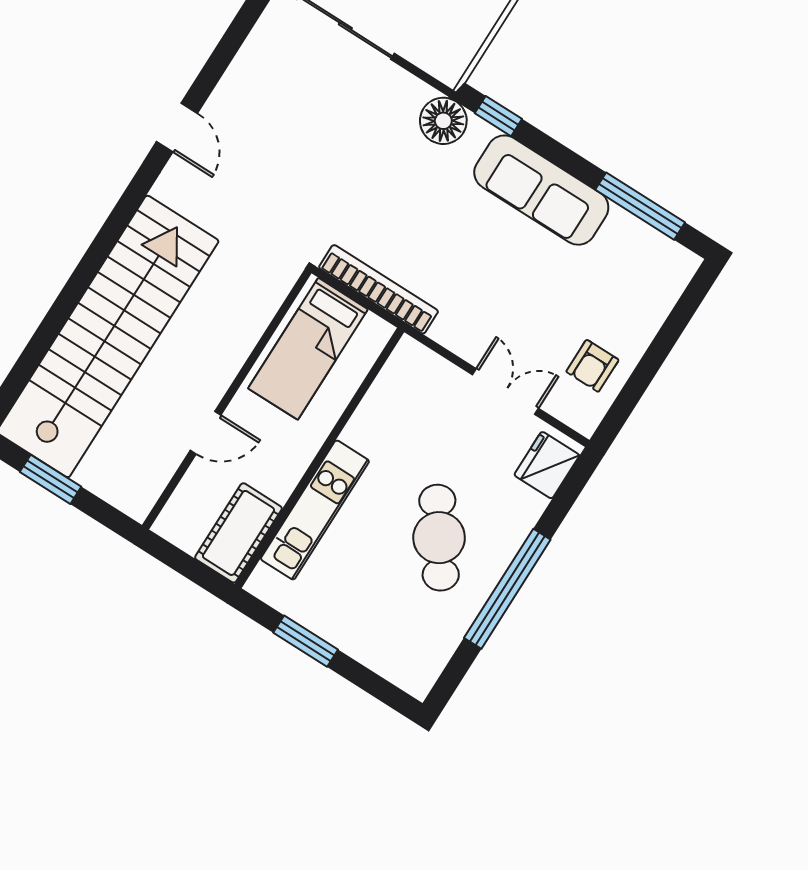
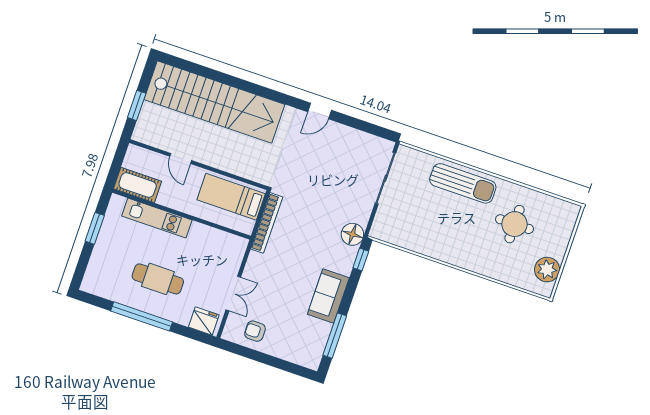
sofa: (541, 190) -> (328, 296), width x0.73
window: (51, 479) -> (137, 105), moved
cafe table: (439, 538) -> (158, 279), turned 35

